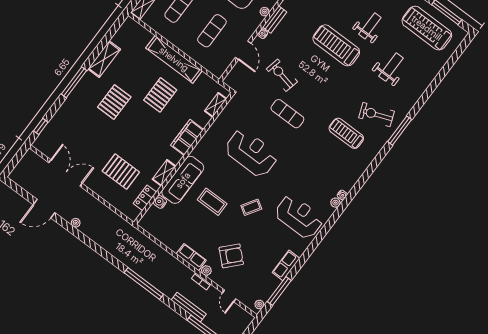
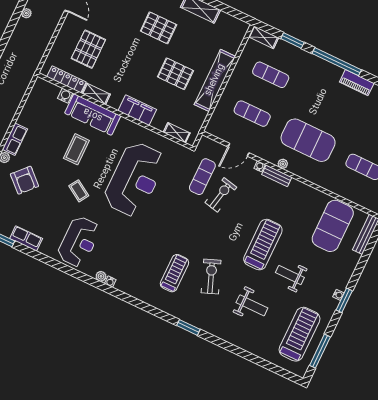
weight bench: (370, 26) -> (290, 275), turned 180
exercise mat: (287, 114) -> (202, 177), moved
exercise bike: (377, 115) -> (211, 276), moved
window: (400, 131) -> (188, 327), width x0.69
reception desk: (251, 153) -> (135, 179), width x1.36, depth x1.30
locker: (145, 198) -> (66, 79), width x1.53

